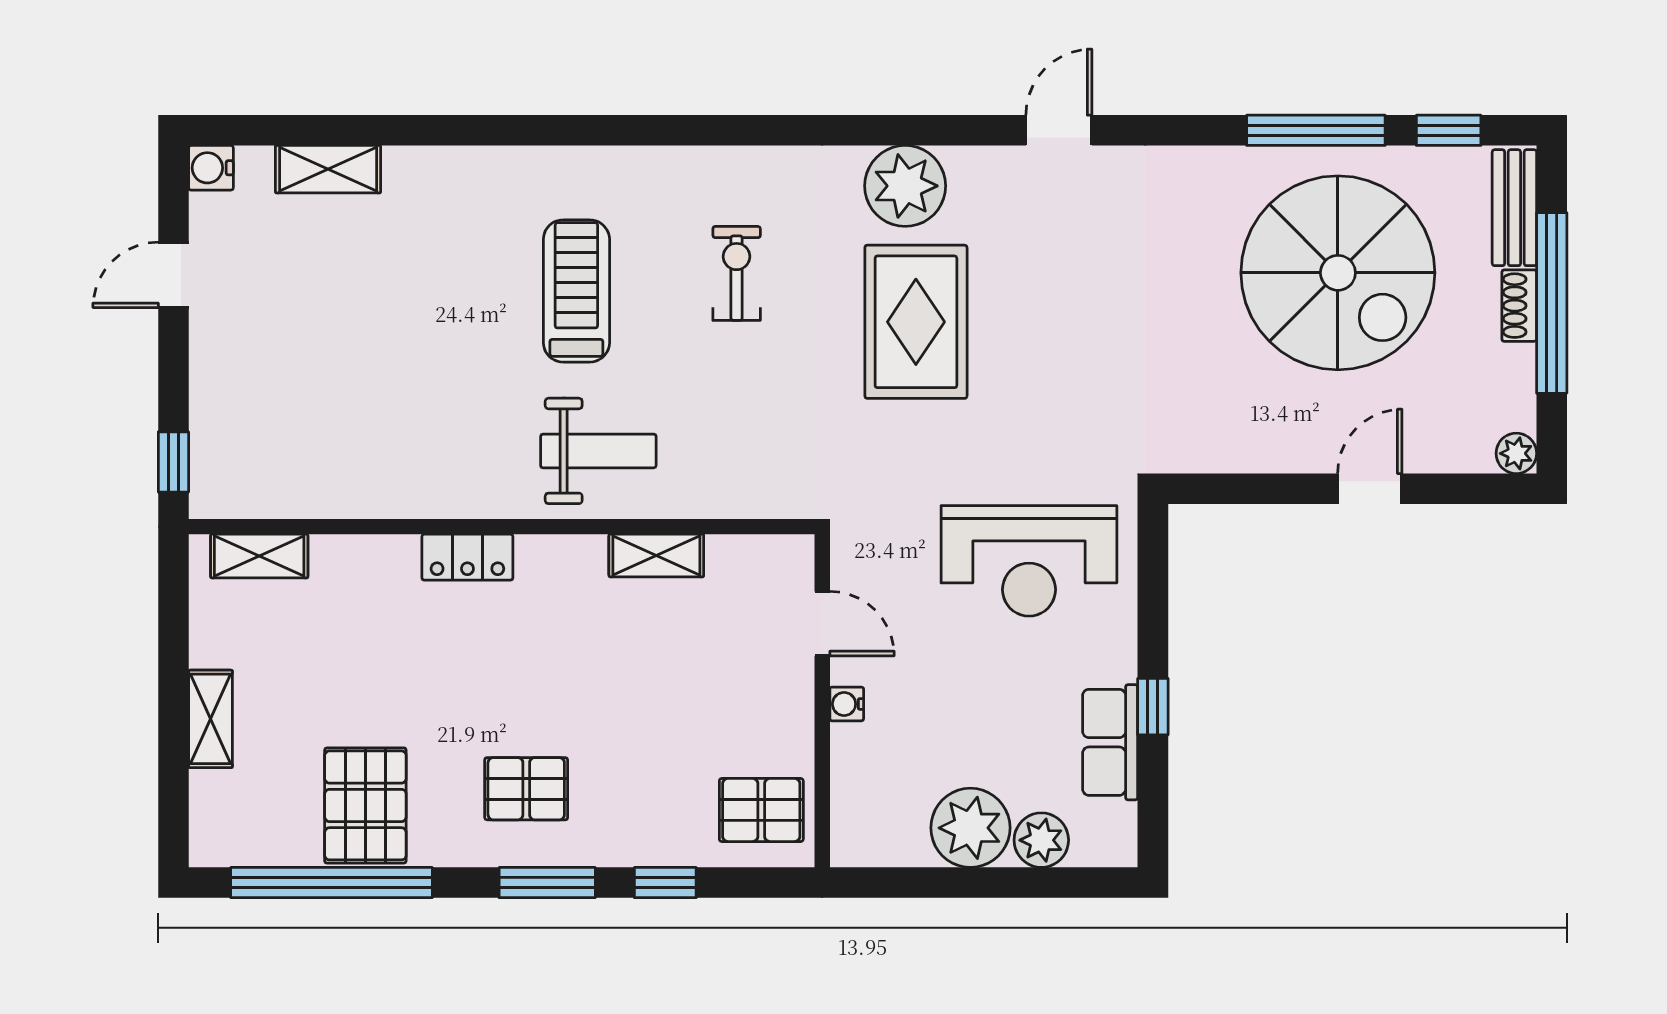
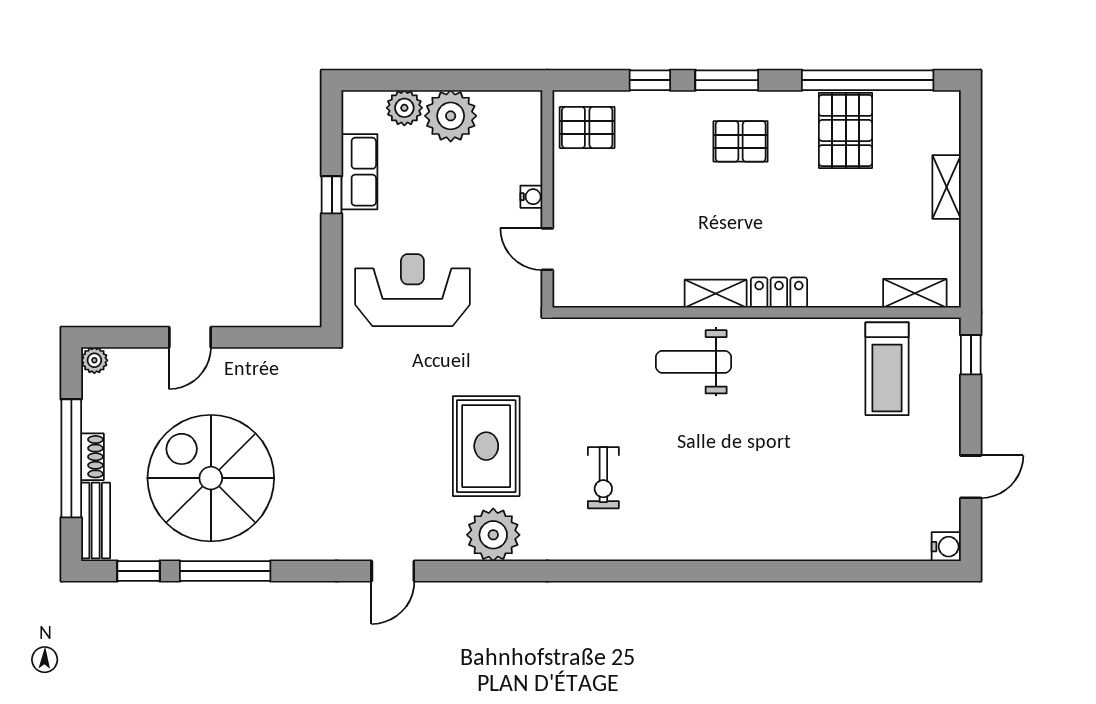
shelving: (328, 169) -> (870, 546), removed
treadmill: (576, 291) -> (887, 369), moved
shelving: (656, 556) -> (716, 294), moved

